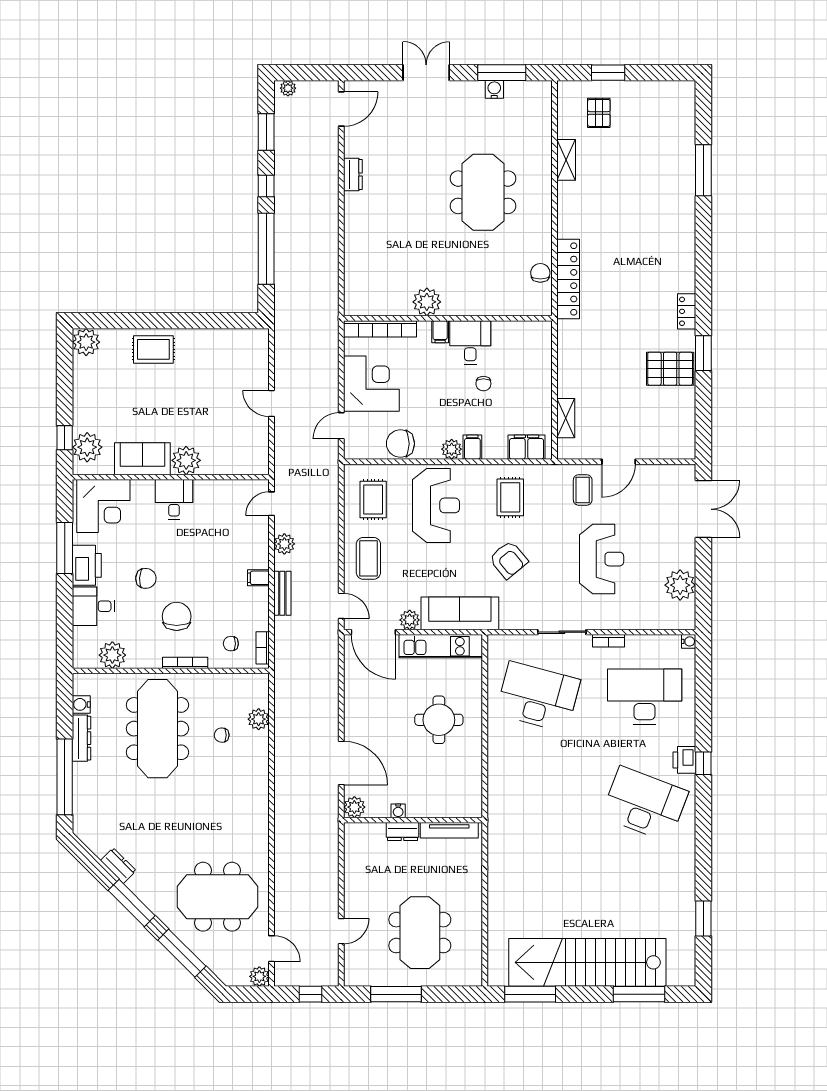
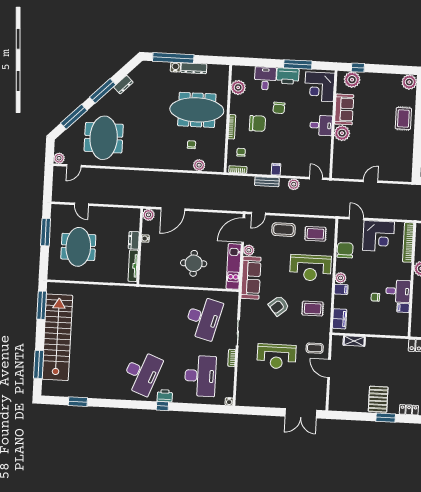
filing cabinet: (440, 332) -> (403, 308), moved
plant: (680, 585) -> (260, 398), removed
water cooler: (81, 704) -> (175, 67), moved
meeting table: (420, 933) -> (78, 247), turned 90
window: (310, 994) -> (48, 186), removed

